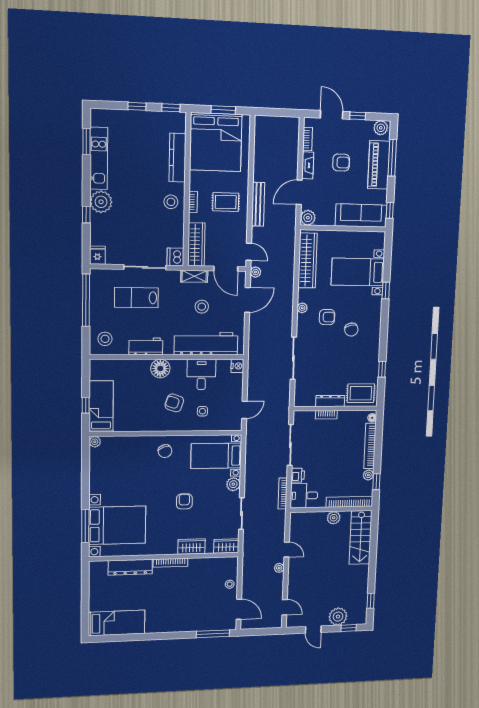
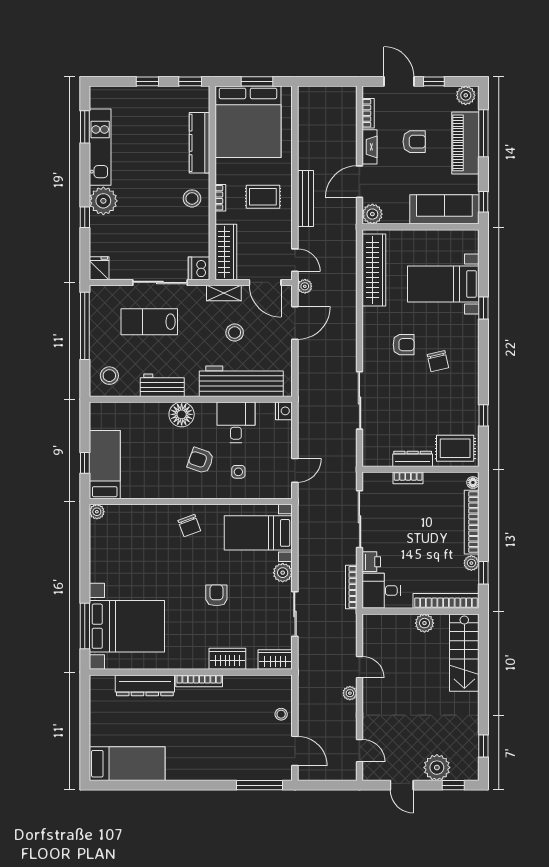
plant: (302, 308) -> (369, 333), removed

